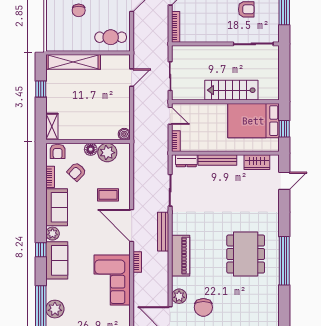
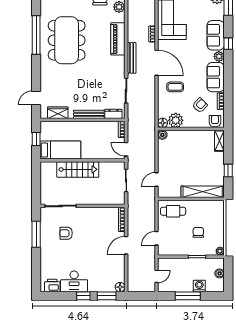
bed: (253, 121) -> (60, 150), width x0.67
floor lamp: (91, 149) -> (163, 123), moved
dining table: (246, 254) -> (67, 40), width x1.36, depth x1.24

